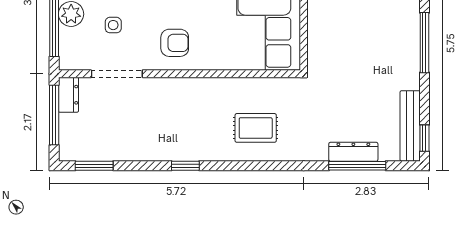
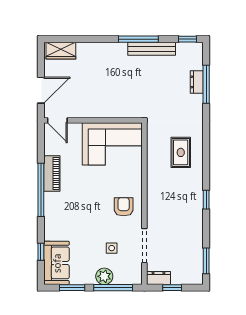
window: (424, 43) -> (138, 39), moved
window: (54, 115) -> (172, 288), width x0.46
bench: (410, 126) -> (152, 49), moved
dresser: (353, 152) -> (197, 82), width x0.70

